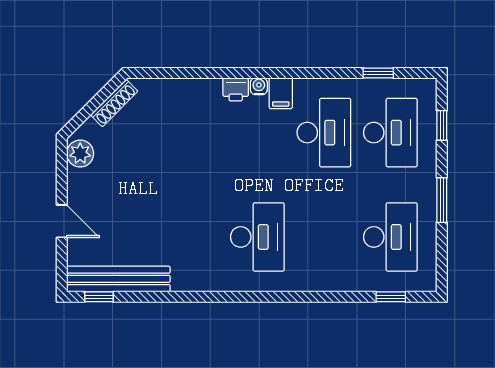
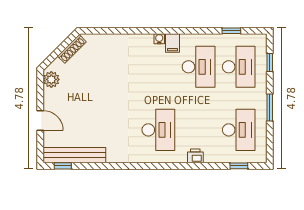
printer: (236, 89) -> (195, 156), moved, turned 180

